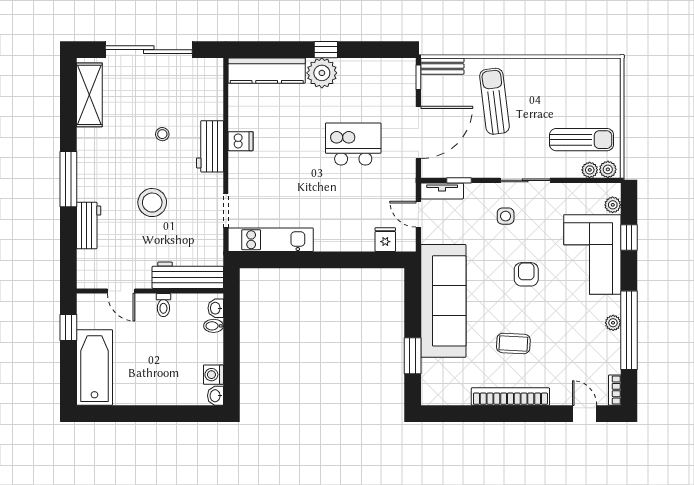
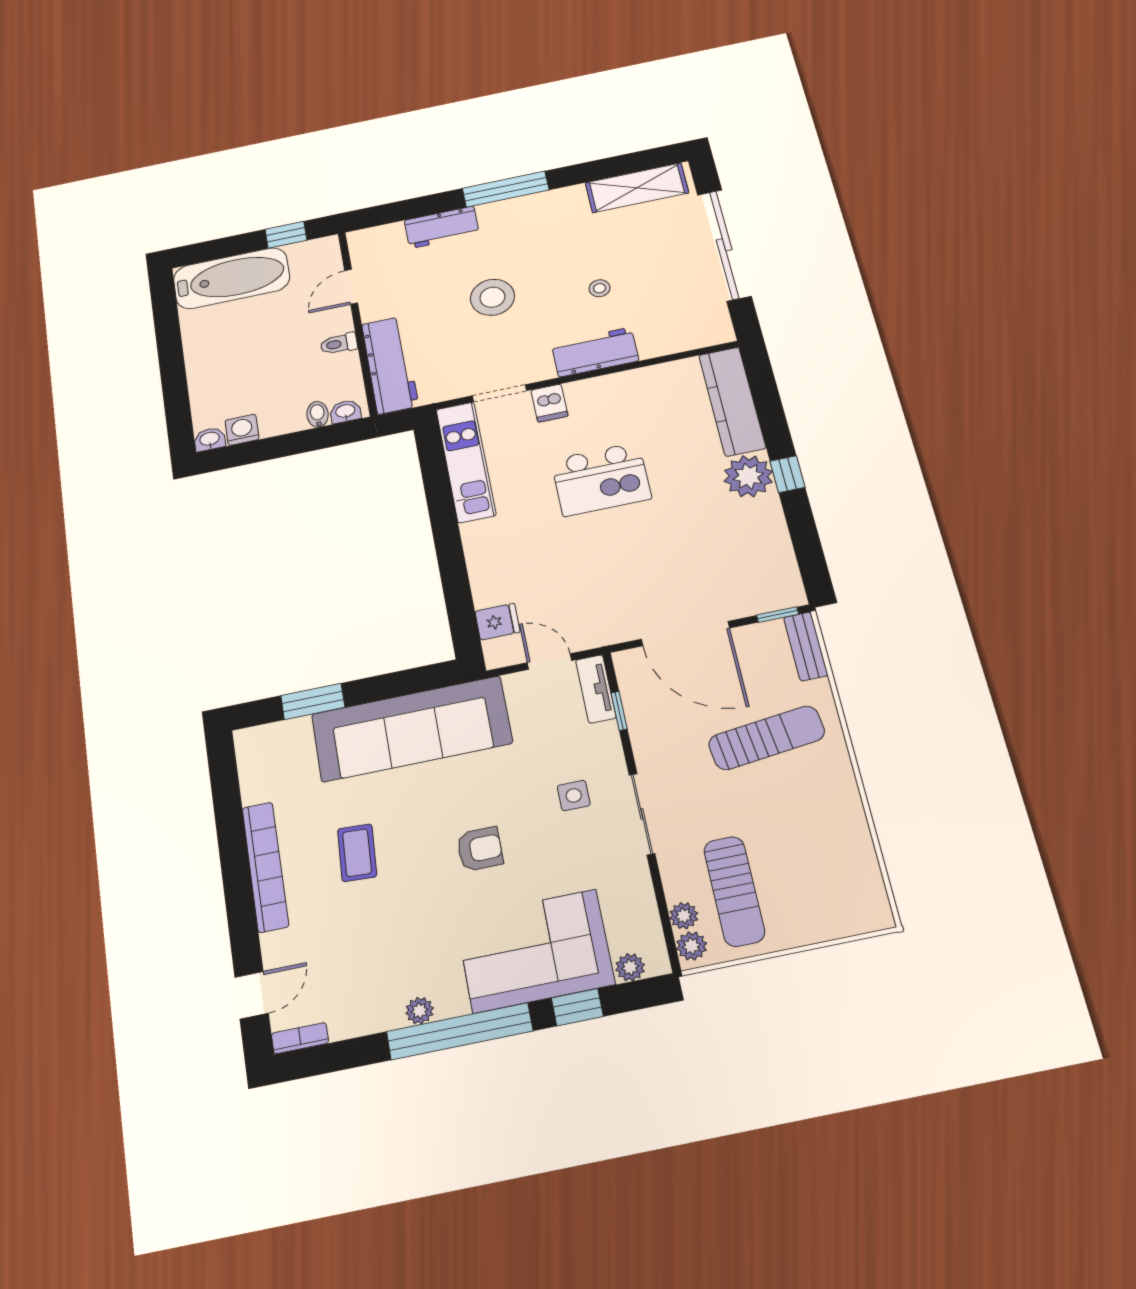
dishwasher: (241, 141) -> (549, 403), moved
kitchen island: (353, 144) -> (601, 479), moved, turned 90
door: (418, 214) -> (549, 662), hinge flipped
window: (629, 330) -> (460, 1031), moved

